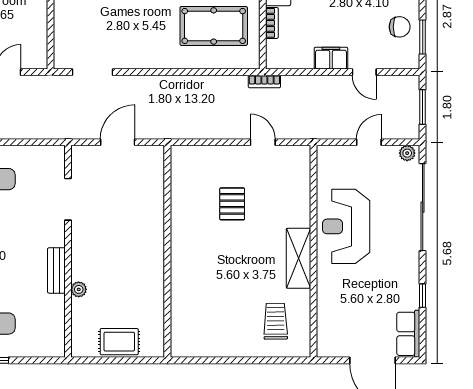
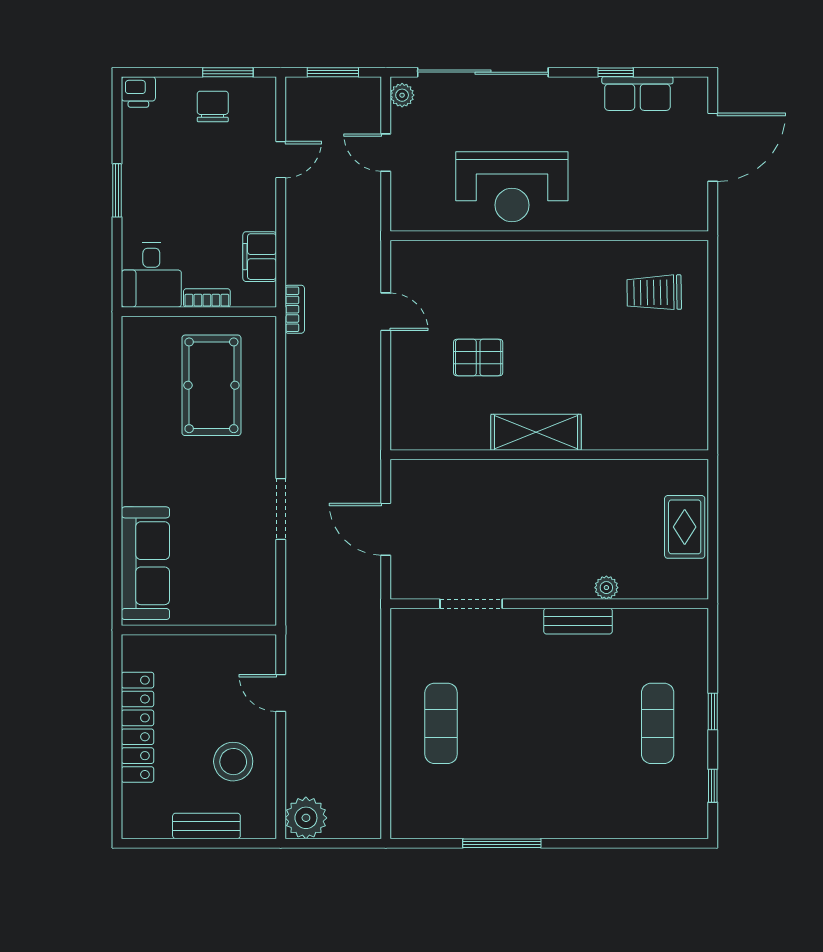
filing cabinet: (331, 58) -> (260, 257), moved
doorway: (93, 72) -> (281, 509), moved
door: (263, 142) -> (386, 312), swing flipped
shelving: (298, 258) -> (536, 432), moved
row of seats: (408, 334) -> (637, 94), moved

